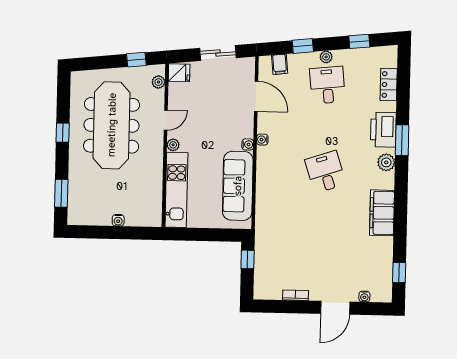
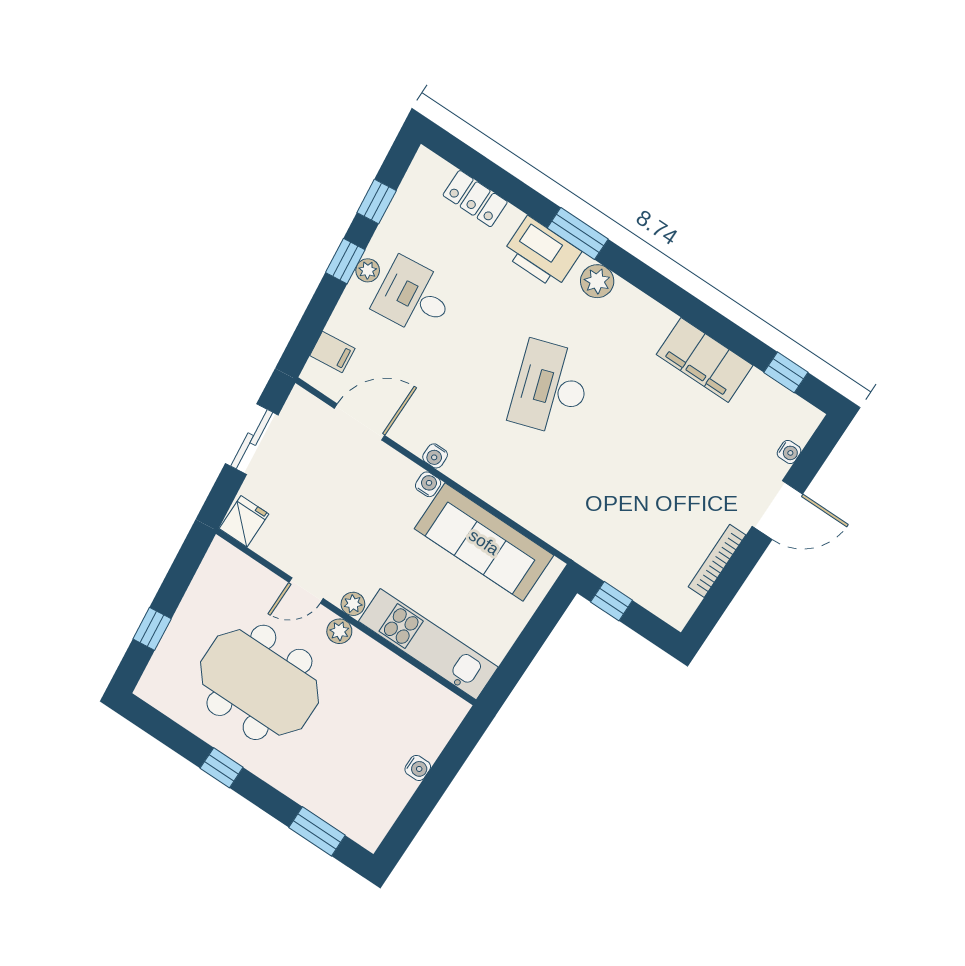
window: (303, 46) -> (345, 261), moved
window: (136, 60) -> (152, 629), moved
plant: (158, 82) -> (339, 631), moved
door: (166, 120) -> (306, 590), swing flipped
meeting table: (112, 125) -> (259, 682), width x0.73
desk: (325, 172) -> (551, 388), width x1.37
filing cabinet: (382, 213) -> (705, 360), moved
bookcase: (295, 295) -> (717, 561), width x1.56
door: (335, 308) -> (777, 510), hinge flipped

